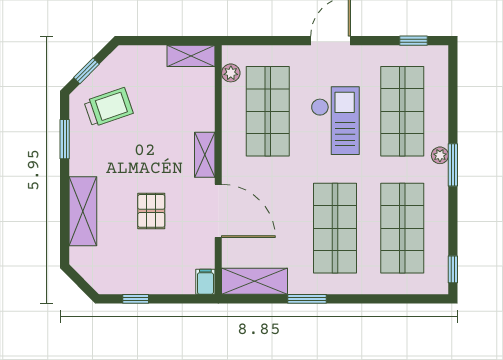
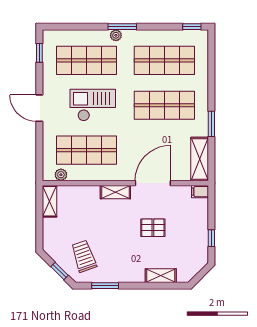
shelving: (83, 211) -> (161, 276), width x0.67, depth x0.75

